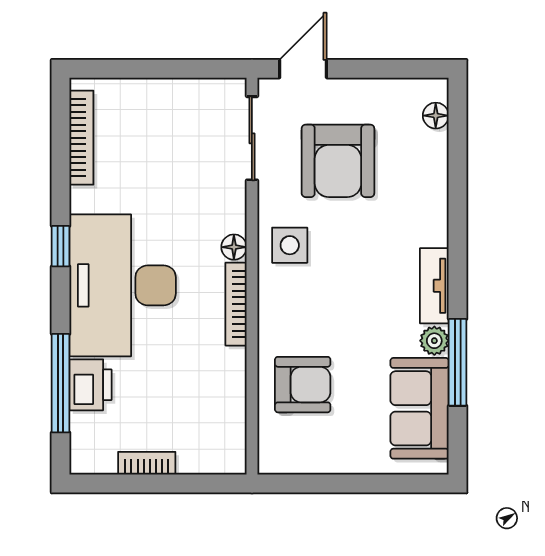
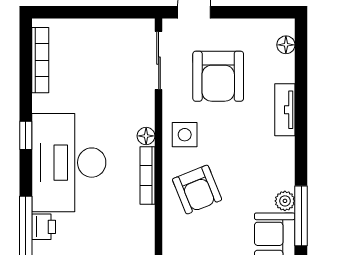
tv unit: (434, 286) -> (285, 110), moved
printer: (90, 385) -> (44, 227), width x0.73, depth x0.81
armchair: (303, 385) -> (197, 190), moved, turned 68

